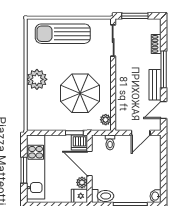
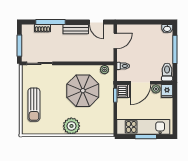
sun lounger: (63, 34) -> (34, 105), width x0.73, depth x0.75
window: (164, 69) -> (51, 22), moved
door: (141, 133) -> (115, 41), hinge flipped

